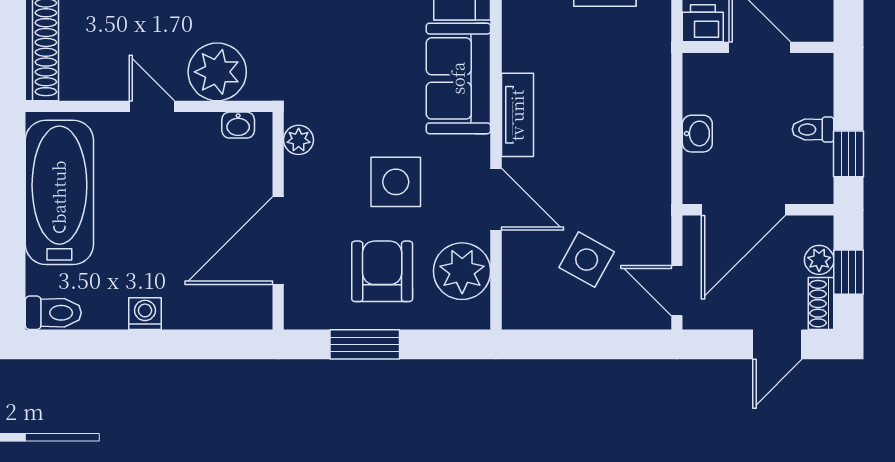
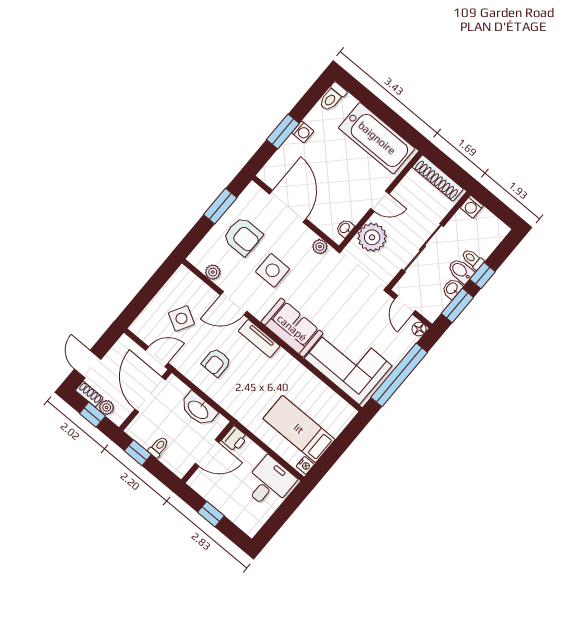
washbasin: (697, 134) -> (198, 409), width x1.91, depth x1.45
armchair: (609, 150) -> (216, 362), added
plant: (462, 271) -> (213, 272), width x0.53, depth x0.53
door: (677, 291) -> (157, 357), moved
window: (170, 344) -> (283, 132), added

